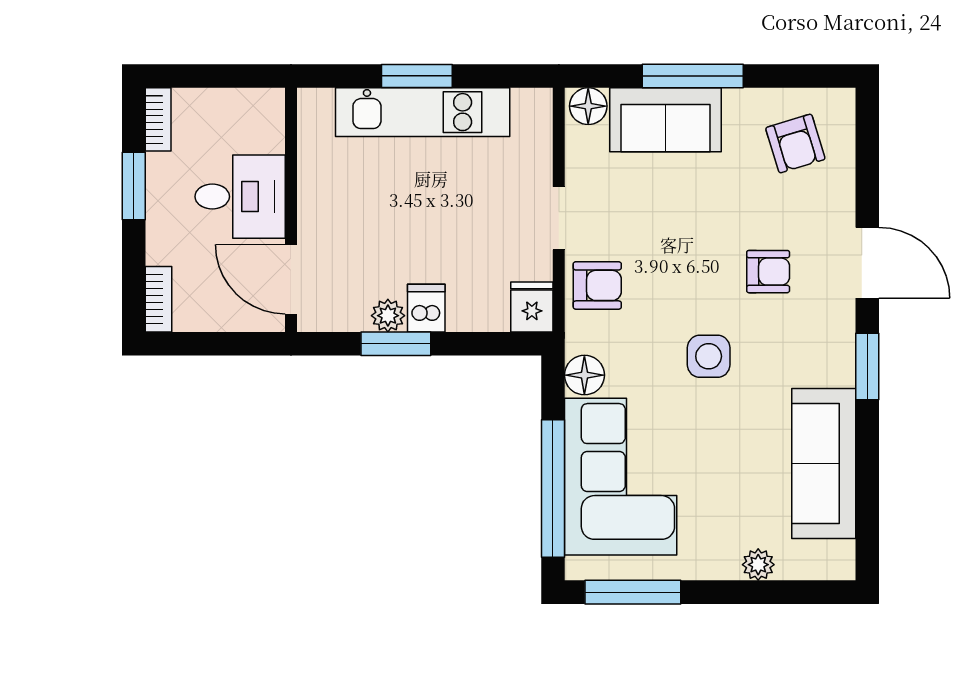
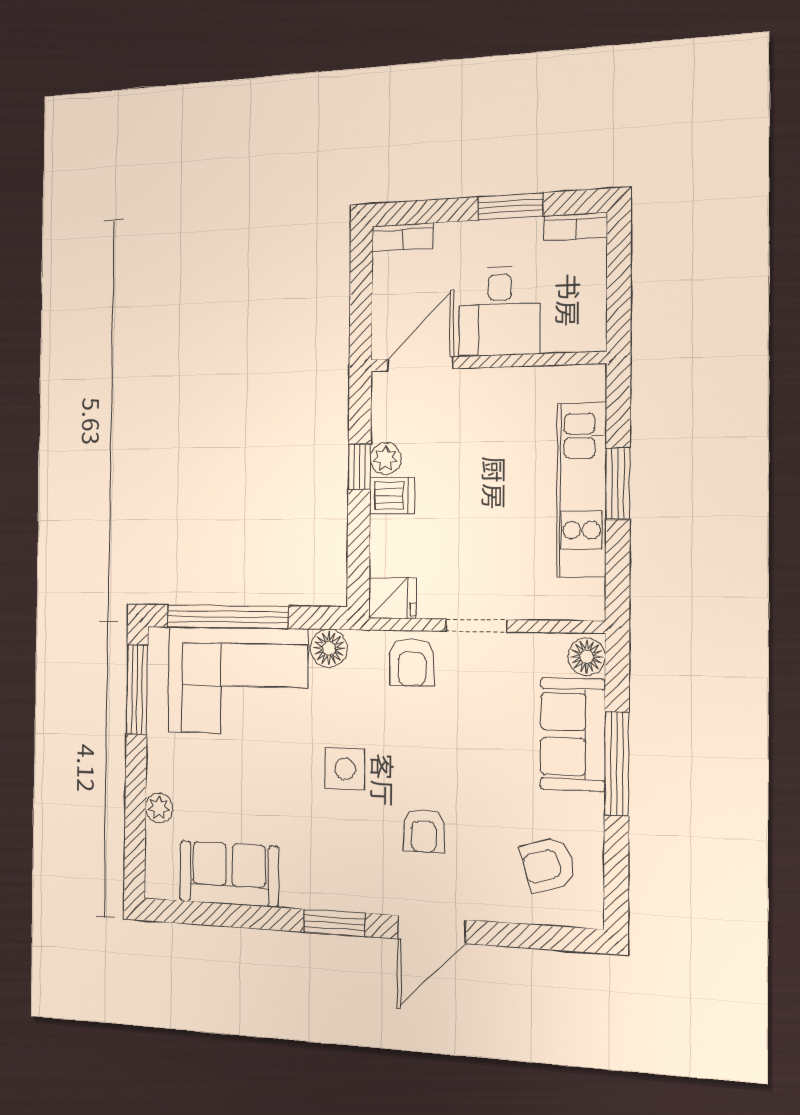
window: (396, 344) -> (359, 467), width x0.67
sofa: (824, 464) -> (229, 874), width x0.73

